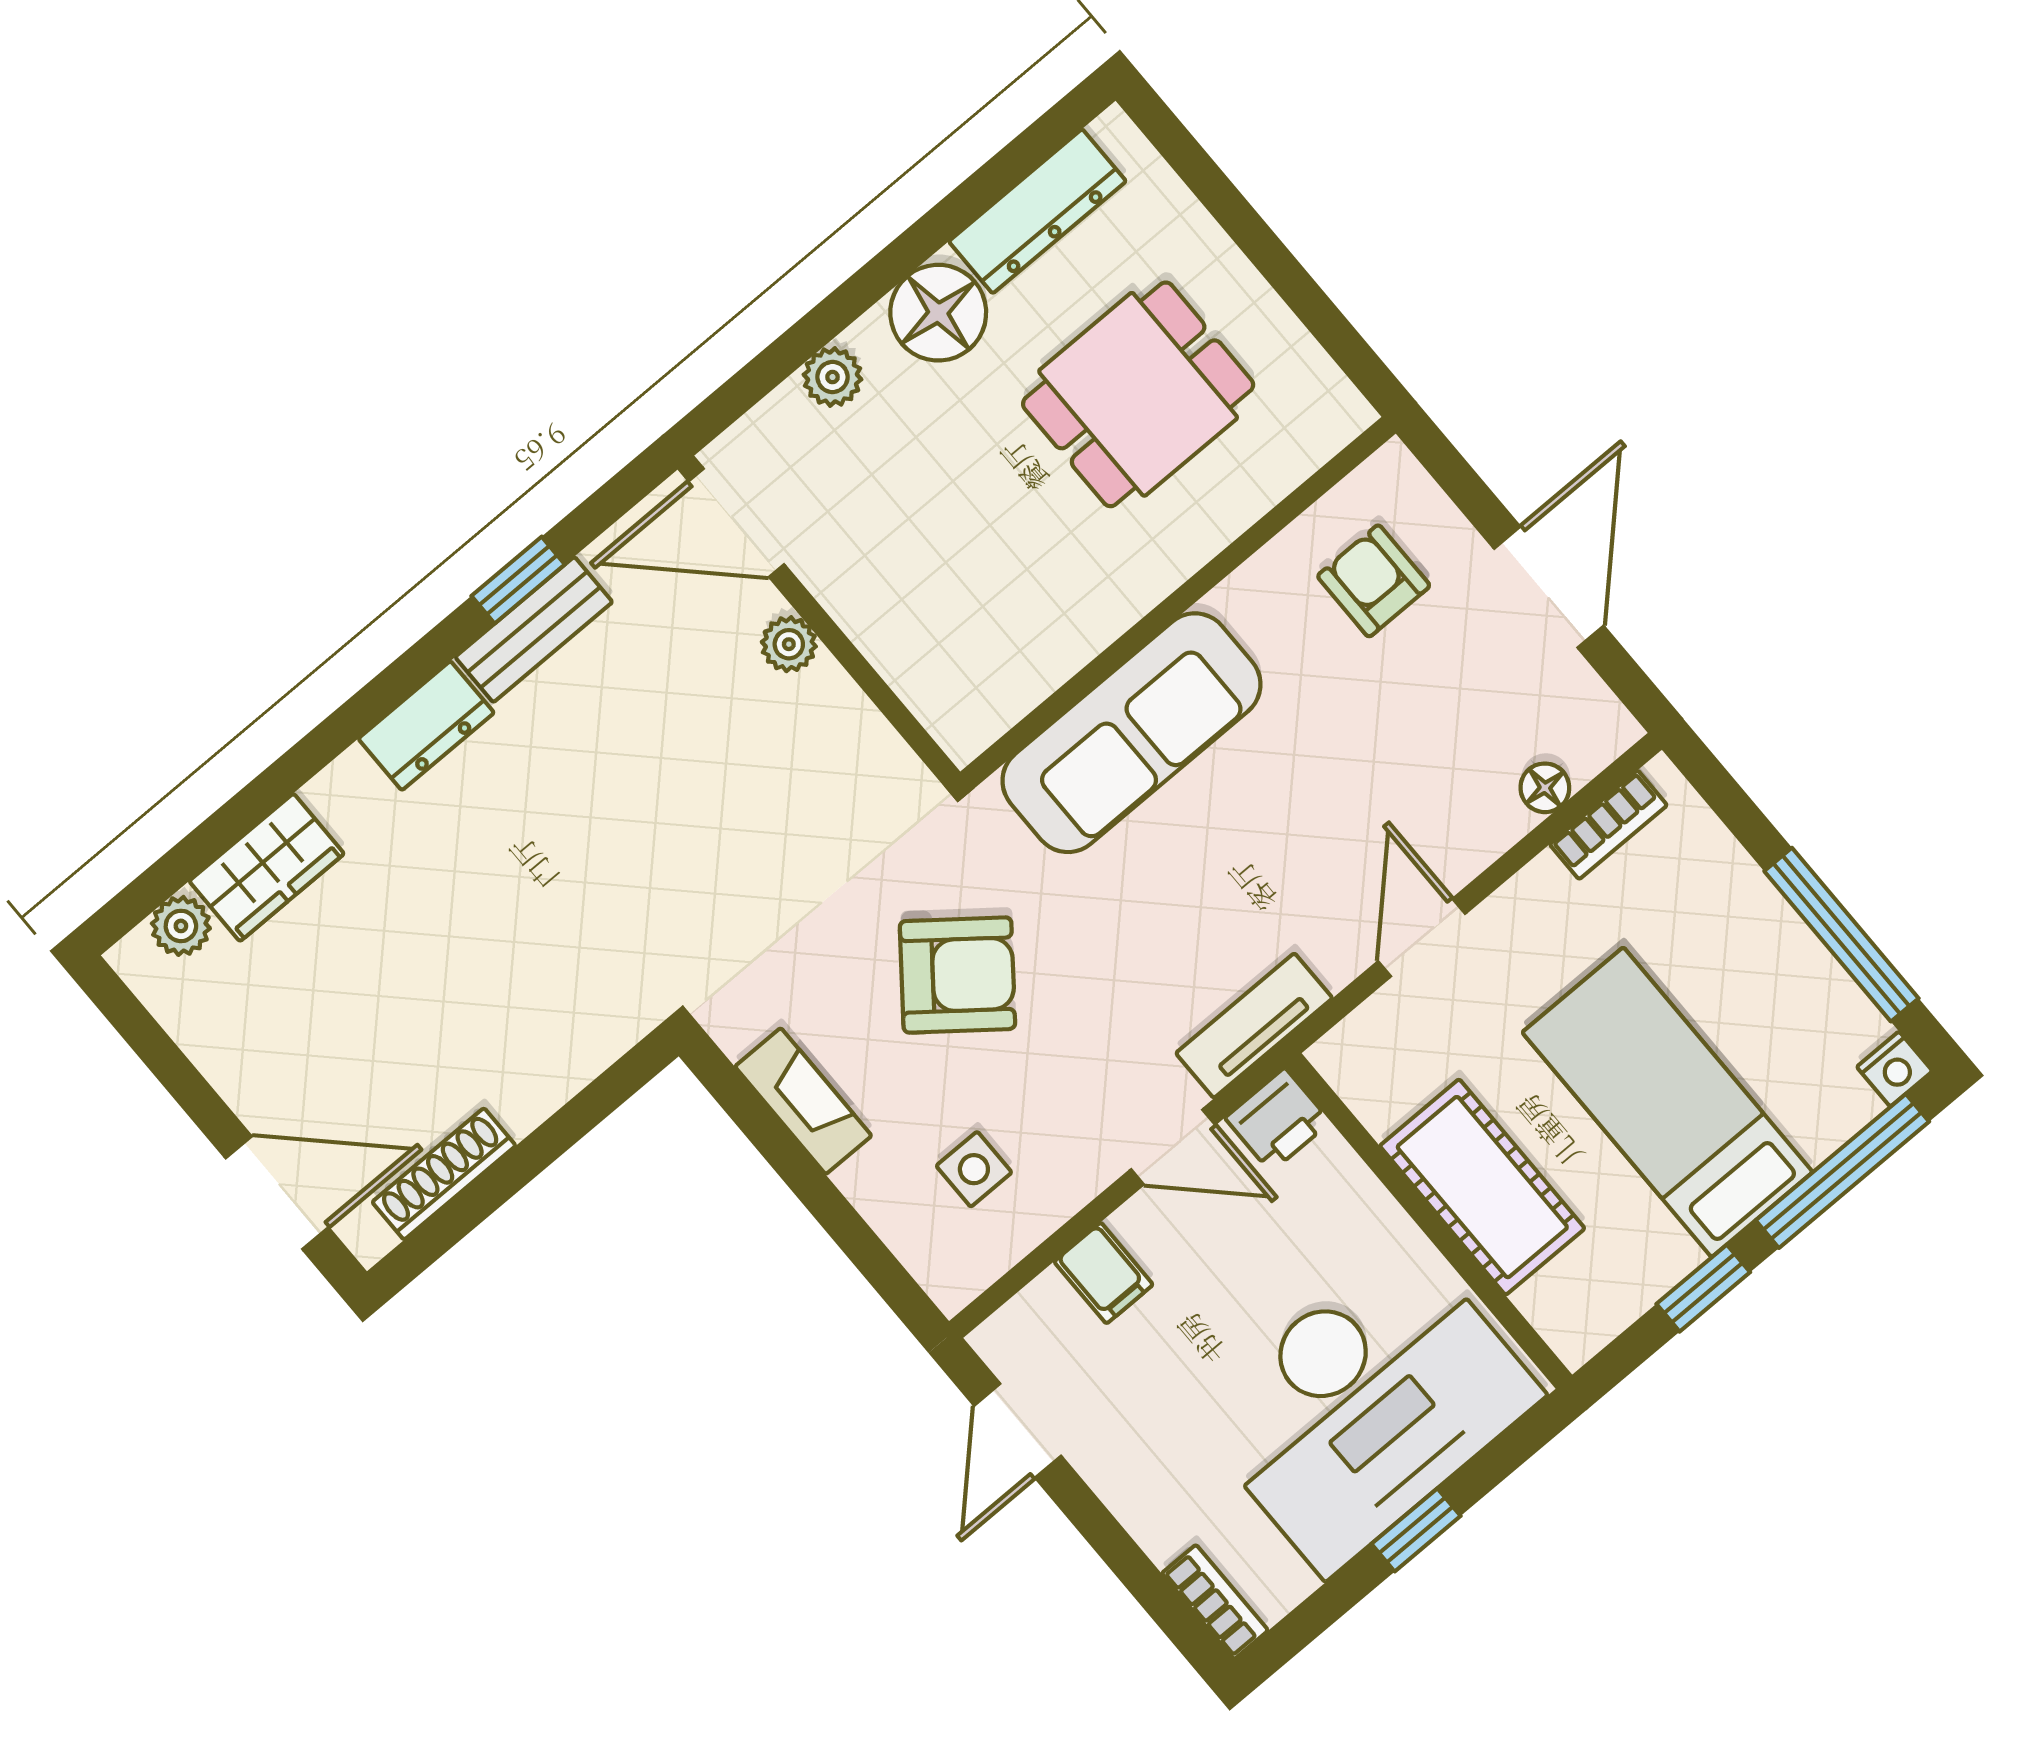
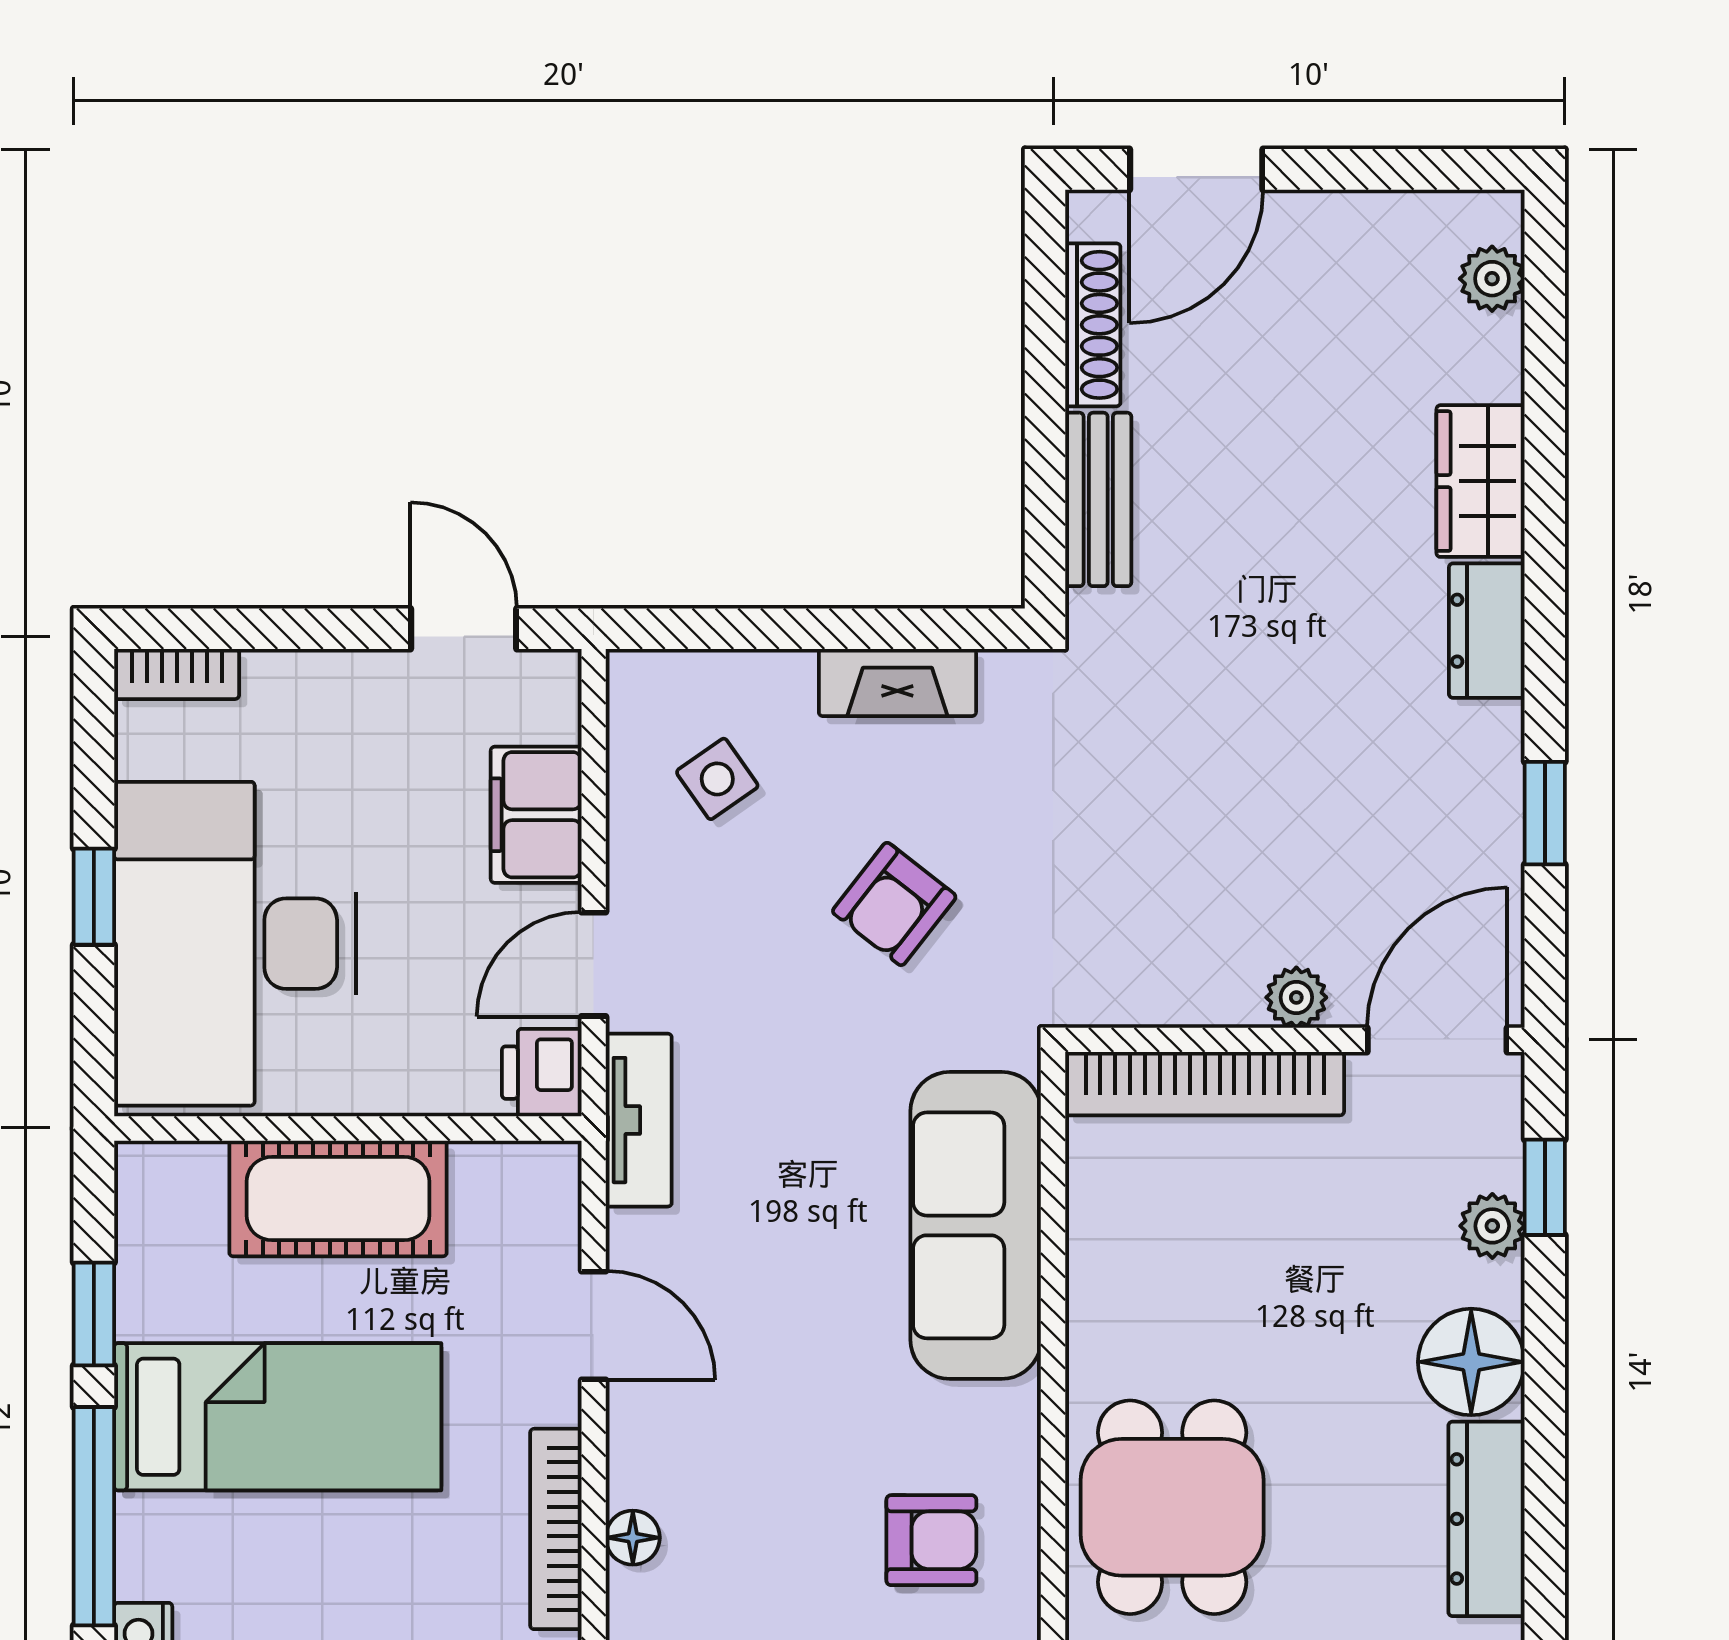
window: (776, 363) -> (1545, 1187), added
dining table: (1138, 394) -> (1172, 1507), moved
bench: (534, 630) -> (1098, 499), moved
bookcase: (901, 657) -> (1205, 1084), added
bookcase: (1608, 825) -> (556, 1529), width x1.56
wardrobe: (267, 867) -> (1480, 481), moved
armchair: (957, 975) -> (894, 904), width x0.72, depth x0.72
side table: (974, 1169) -> (717, 779), turned -35
filing cabinet: (1104, 1273) -> (536, 815), width x2.00

